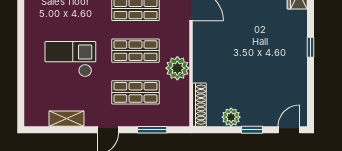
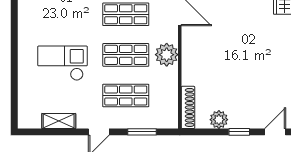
plant: (177, 68) -> (167, 55), moved

